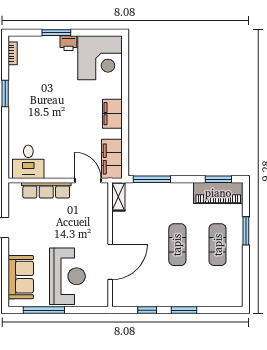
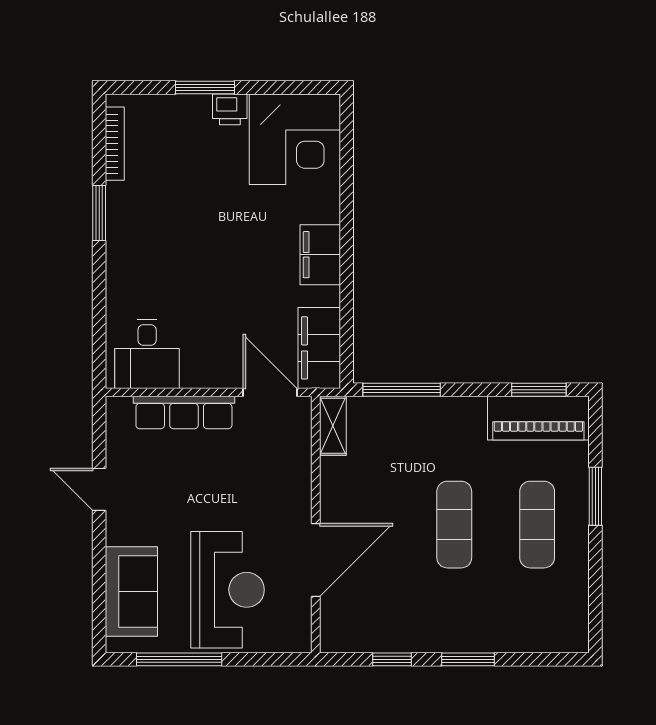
bookcase: (13, 53) -> (115, 144), width x1.56

